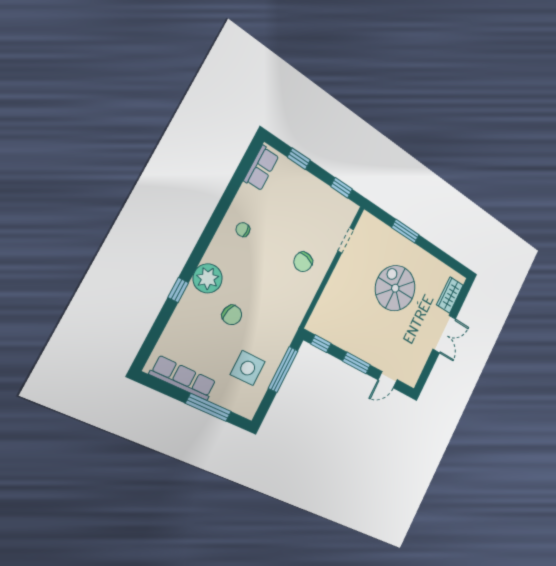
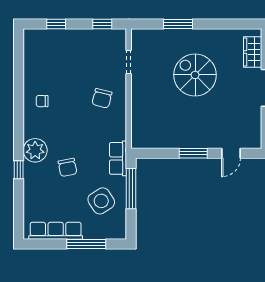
row of seats: (261, 168) -> (118, 158), moved, turned 180
chair: (232, 315) -> (67, 167), turned 63
window: (321, 344) -> (152, 153), removed
side table: (248, 368) -> (101, 201), turned -33

